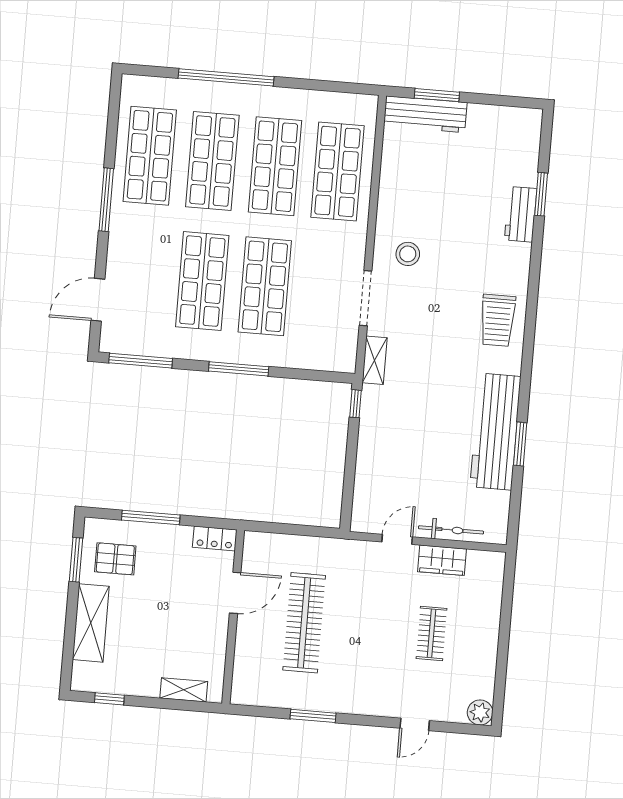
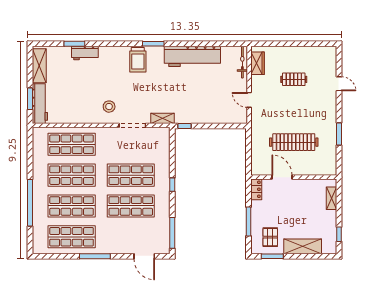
shelving: (503, 119) -> (39, 66), added
trolley: (498, 320) -> (138, 60), turned 90
window: (239, 369) -> (172, 185), width x0.46
window: (520, 444) -> (153, 44), moved
bicycle: (451, 530) -> (242, 62), moved
wardrobe: (442, 560) -> (258, 63), moved
plant: (480, 712) -> (330, 52), removed

